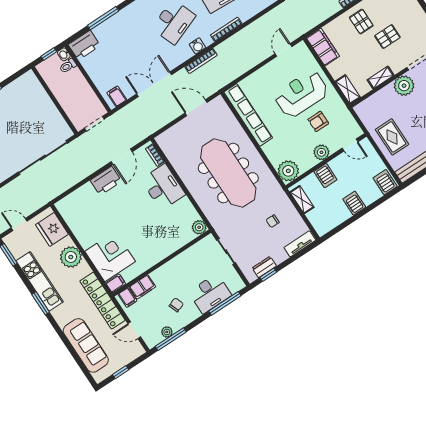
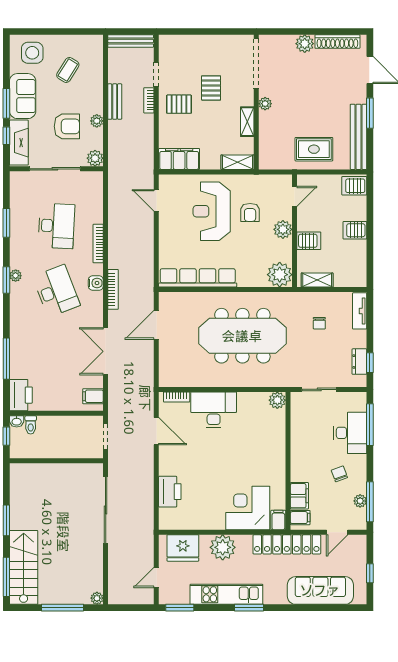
plant: (404, 86) -> (265, 104), width x0.53, depth x0.53
printer: (106, 181) -> (170, 492), moved

